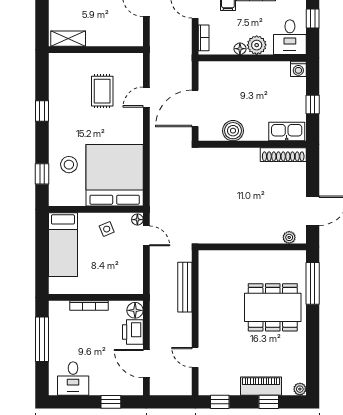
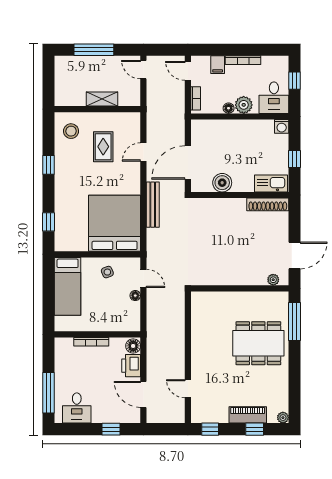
shelving: (68, 39) -> (102, 99), moved
stool: (69, 165) -> (71, 131), moved
floor lamp: (137, 220) -> (135, 296), moved
bench: (185, 287) -> (153, 205), moved
window: (42, 339) -> (49, 393), moved

